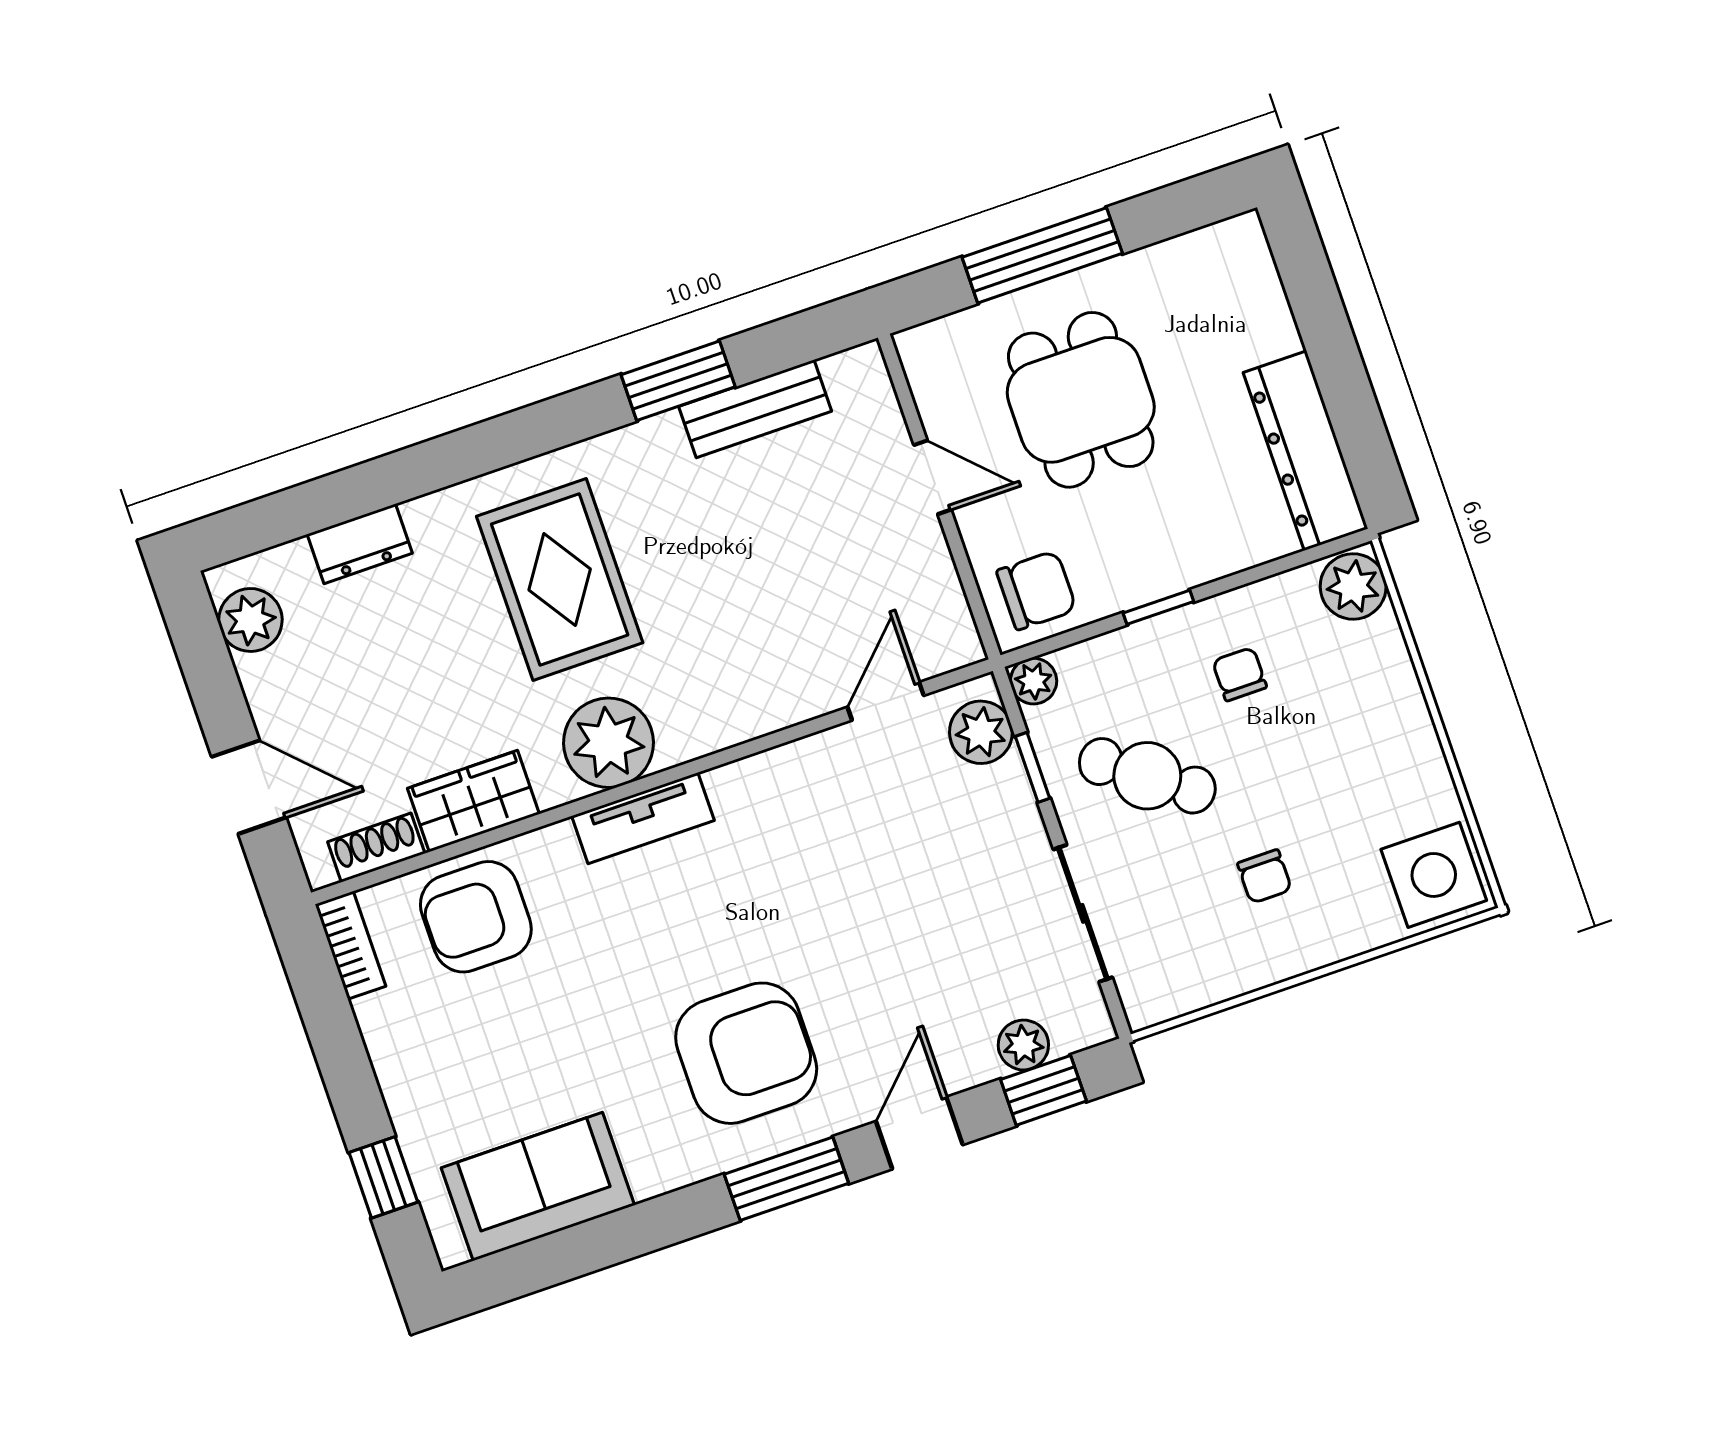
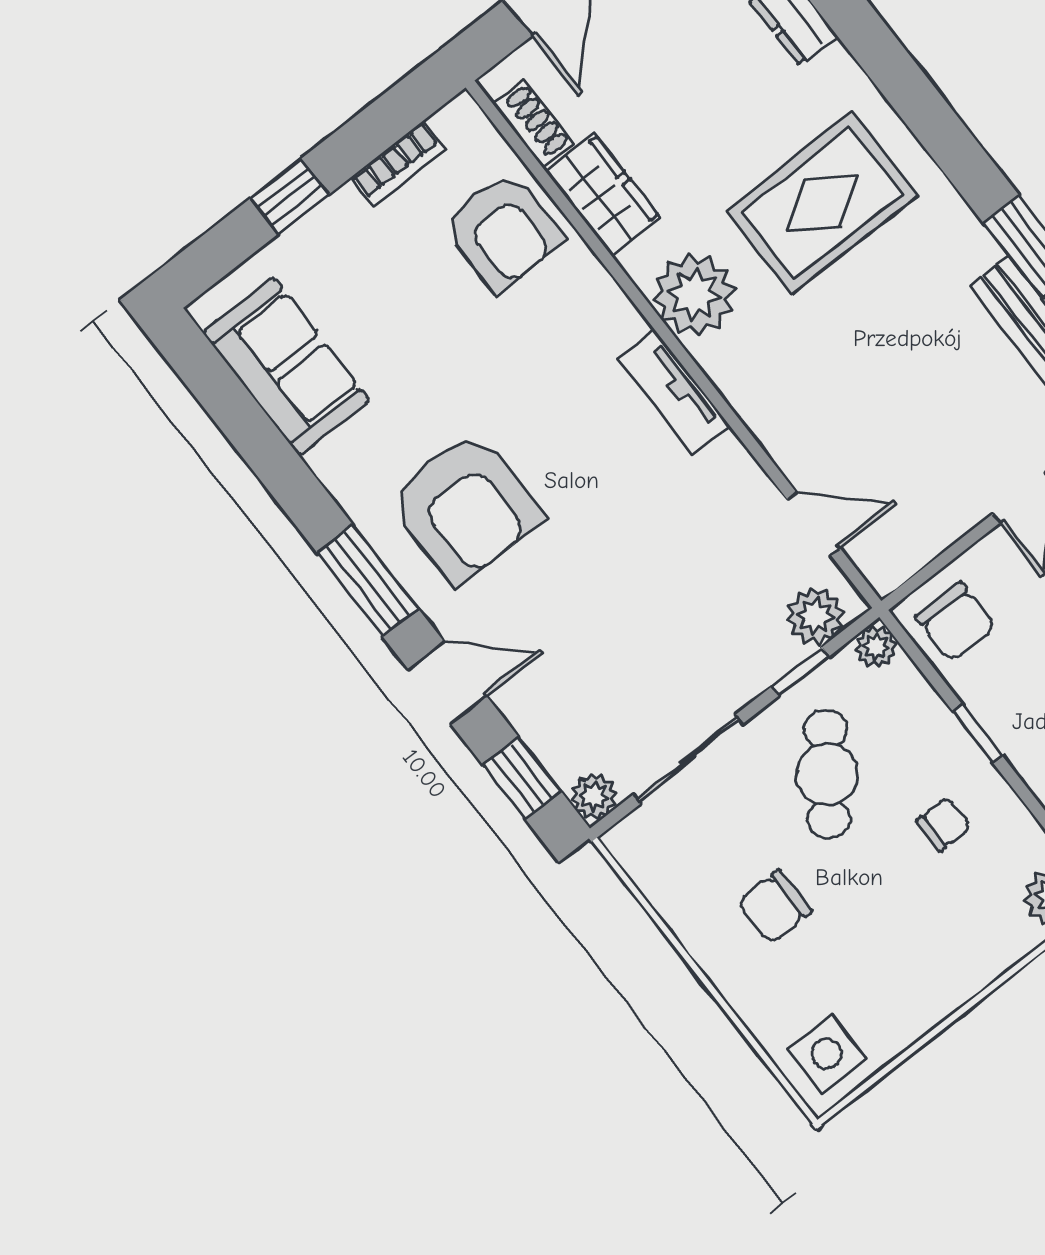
tv unit: (643, 818) -> (674, 392), moved
side table: (1434, 875) -> (827, 1054), width x0.73, depth x0.73
chair: (1264, 876) -> (775, 907), width x1.37, depth x1.37
armchair: (476, 917) -> (503, 231), turned 180
bookcase: (350, 945) -> (398, 164), moved
plant: (1023, 1045) -> (594, 796), moved
window: (383, 1177) -> (290, 196), moved

